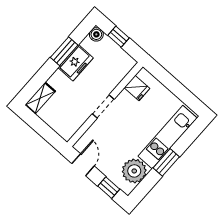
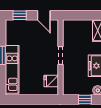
plant: (134, 171) -> (14, 36), removed

